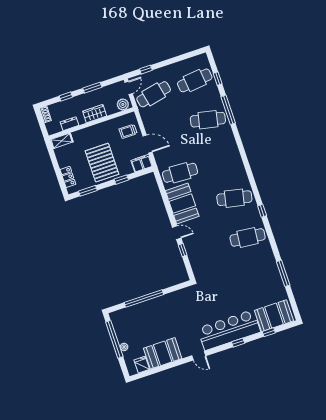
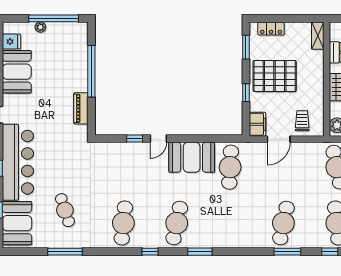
window: (228, 110) -> (287, 252), width x0.69
window: (250, 174) -> (200, 252), added
cafe table: (253, 284) -> (65, 210), added
piano: (174, 297) -> (81, 108), added

